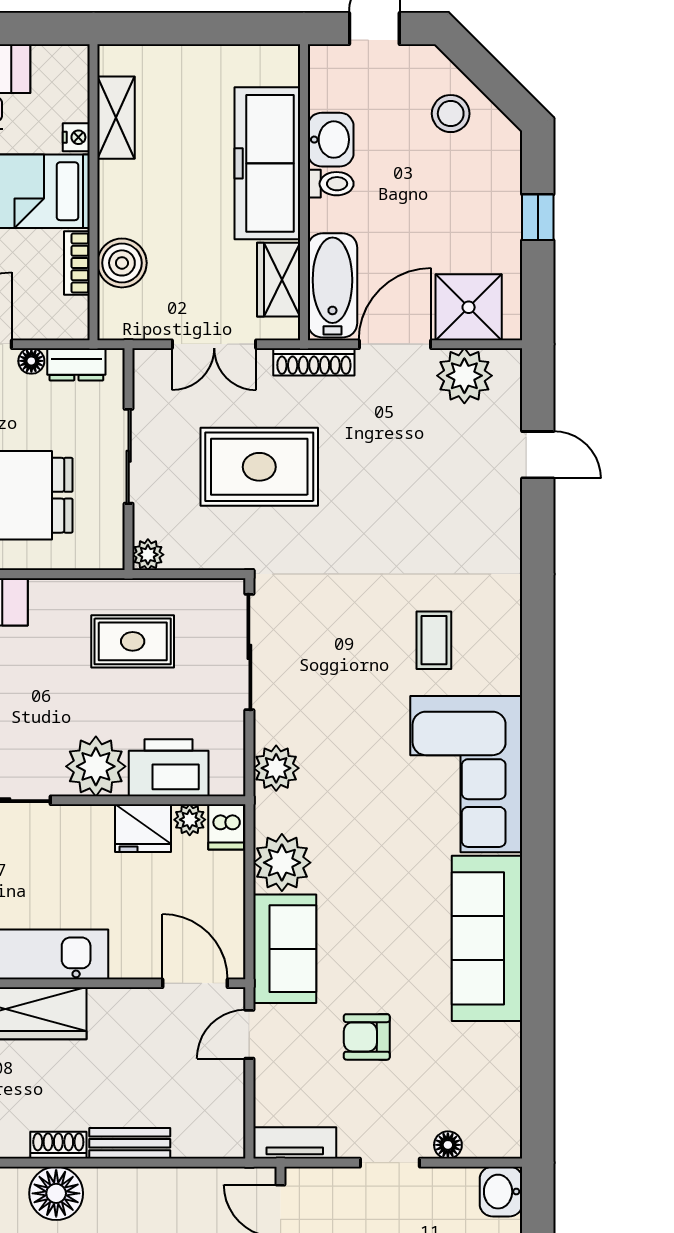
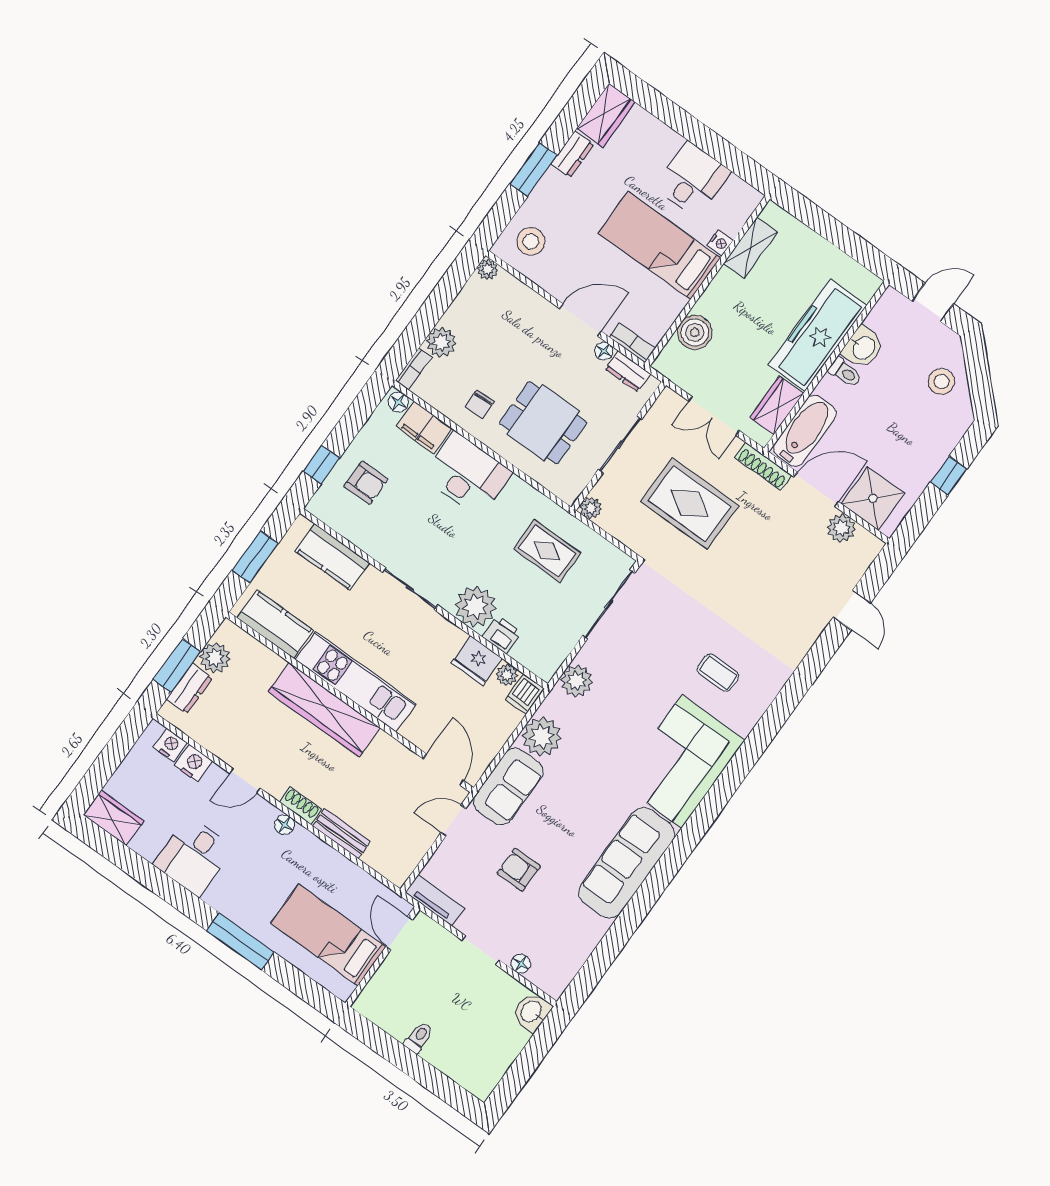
bookcase: (77, 263) -> (632, 343), moved, turned 90
plant: (464, 376) -> (841, 528), width x0.73, depth x0.73
coffee table: (434, 640) -> (718, 673), turned 90
printer: (169, 768) -> (502, 635), width x0.53, depth x0.68
floor lamp: (56, 1193) -> (285, 825), width x0.53, depth x0.53

